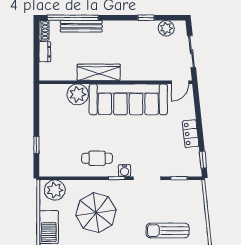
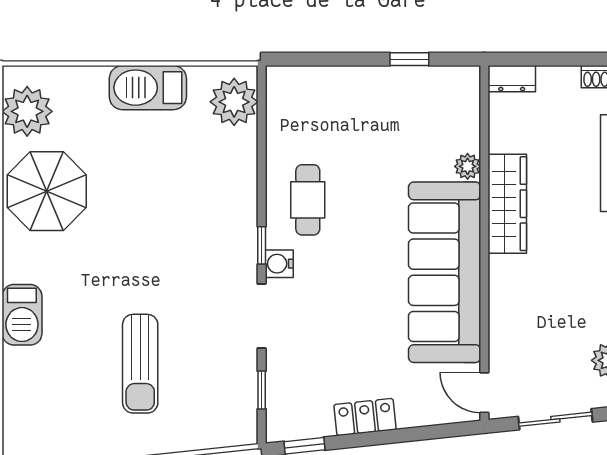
dresser: (45, 52) -> (512, 79), moved
plant: (78, 94) -> (468, 166), width x0.53, depth x0.53
window: (36, 145) -> (409, 59), moved
parasol: (96, 213) -> (182, 198), removed
sun lounger: (168, 230) -> (140, 364), turned 180

